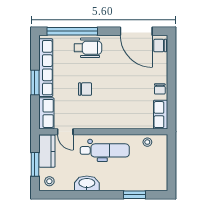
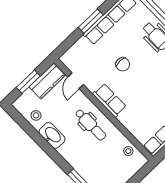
row of seats: (46, 113) -> (109, 100), moved, turned -90
dental chair: (105, 150) -> (90, 125), width x0.73, depth x0.72
stool: (49, 181) -> (36, 115), moved

